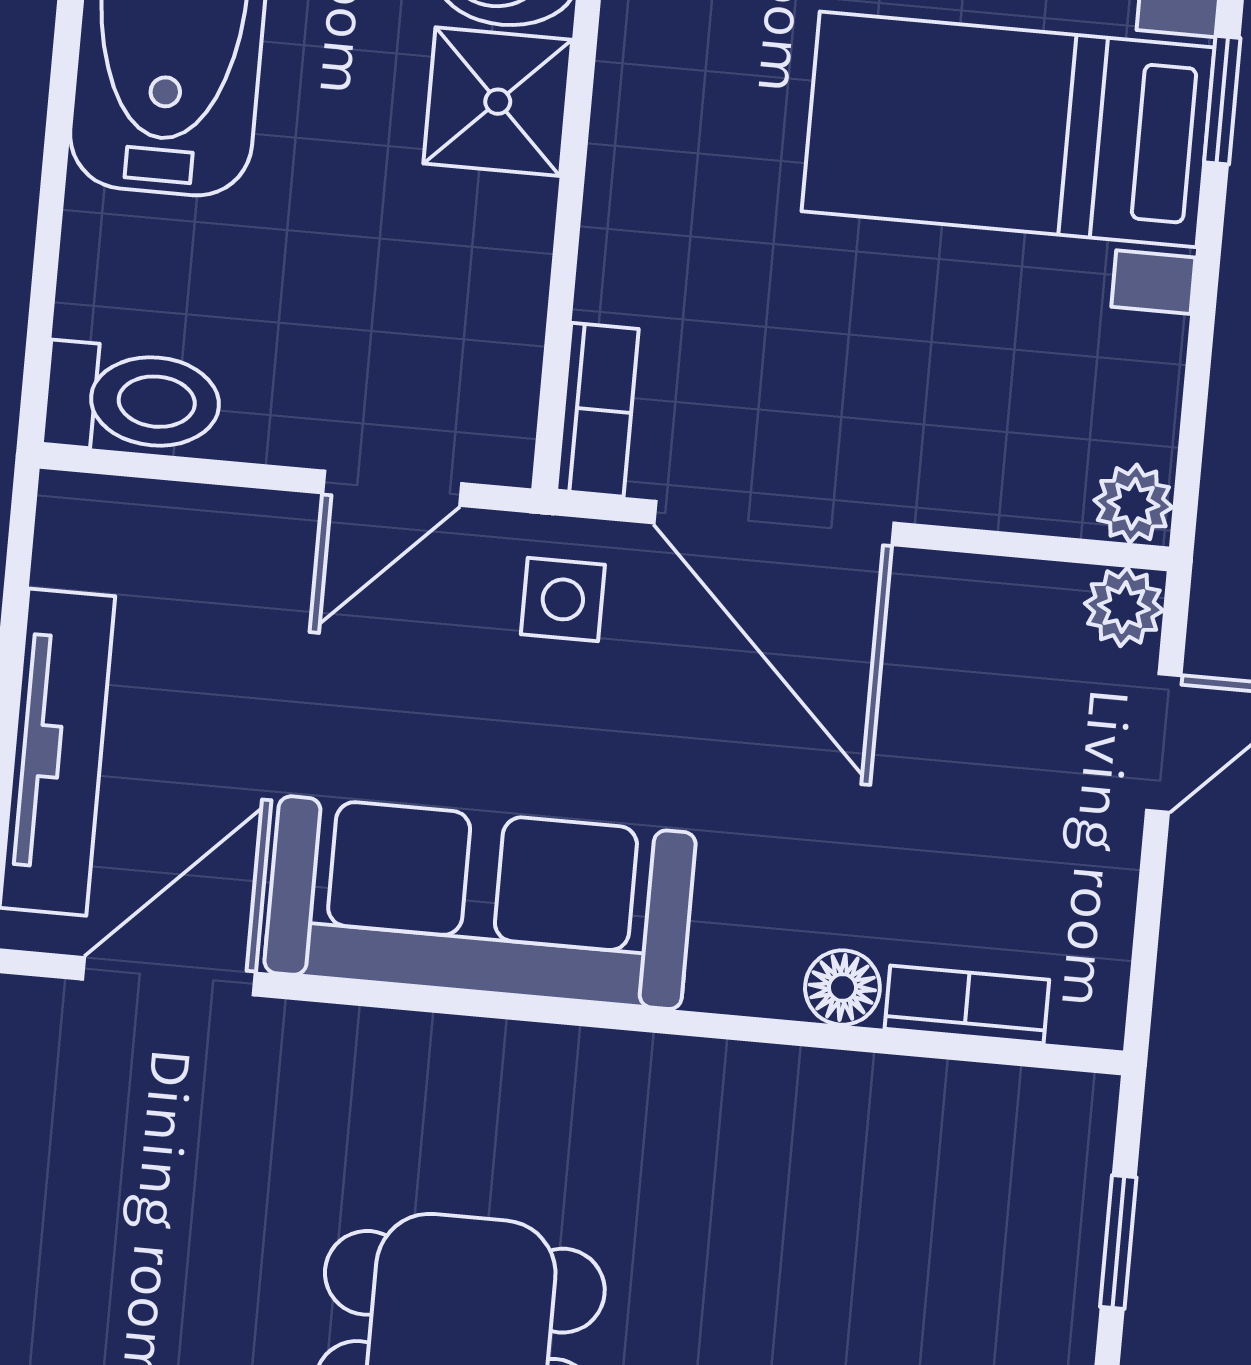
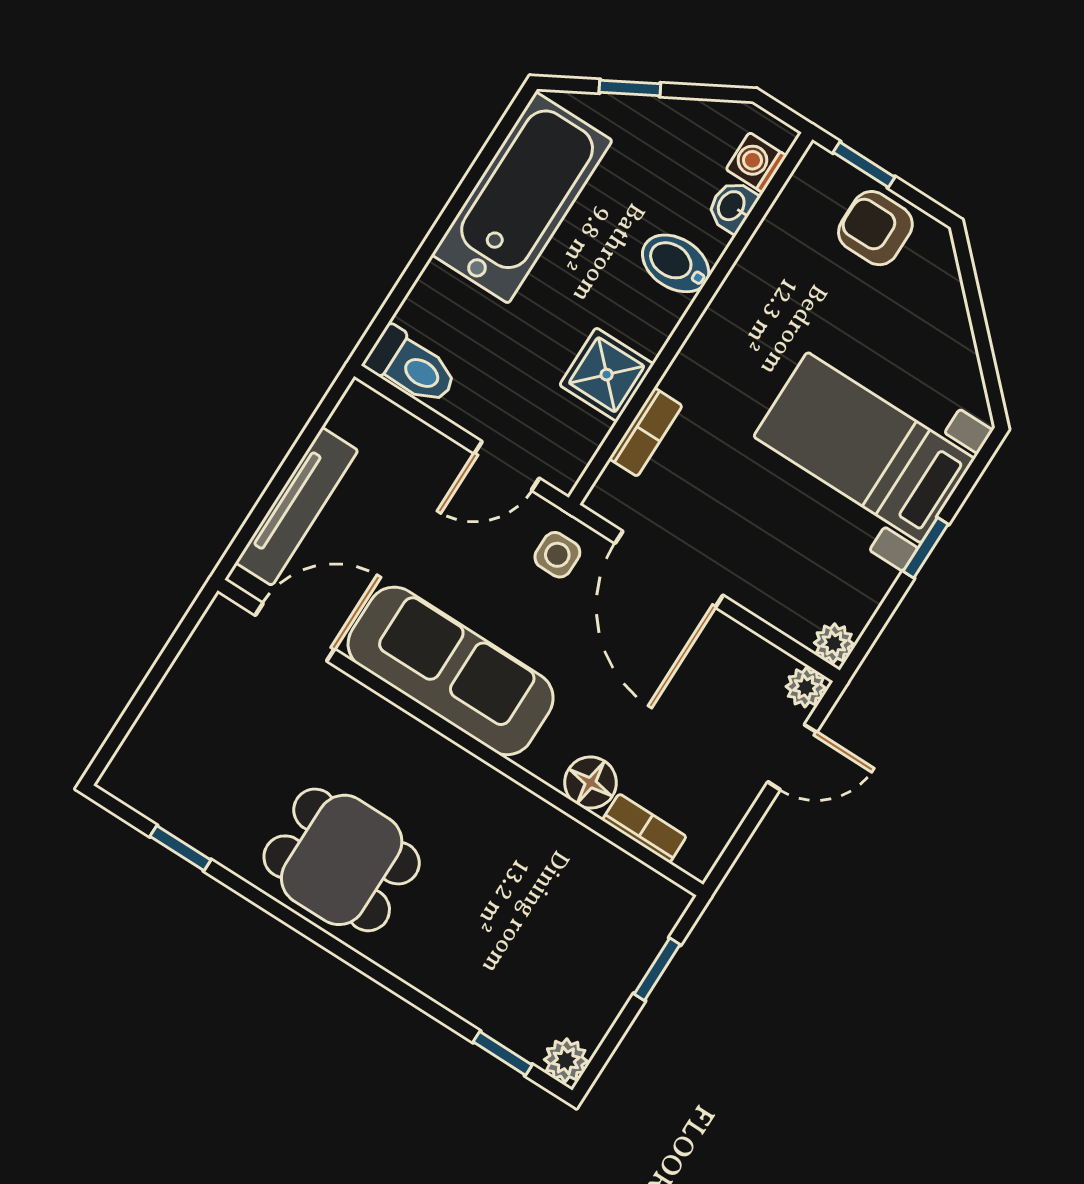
window: (1222, 100) -> (926, 548), moved
shower: (498, 102) -> (607, 375), moved
bookcase: (597, 410) -> (646, 432), moved
floor lamp: (842, 987) -> (591, 783), width x1.37, depth x1.37

